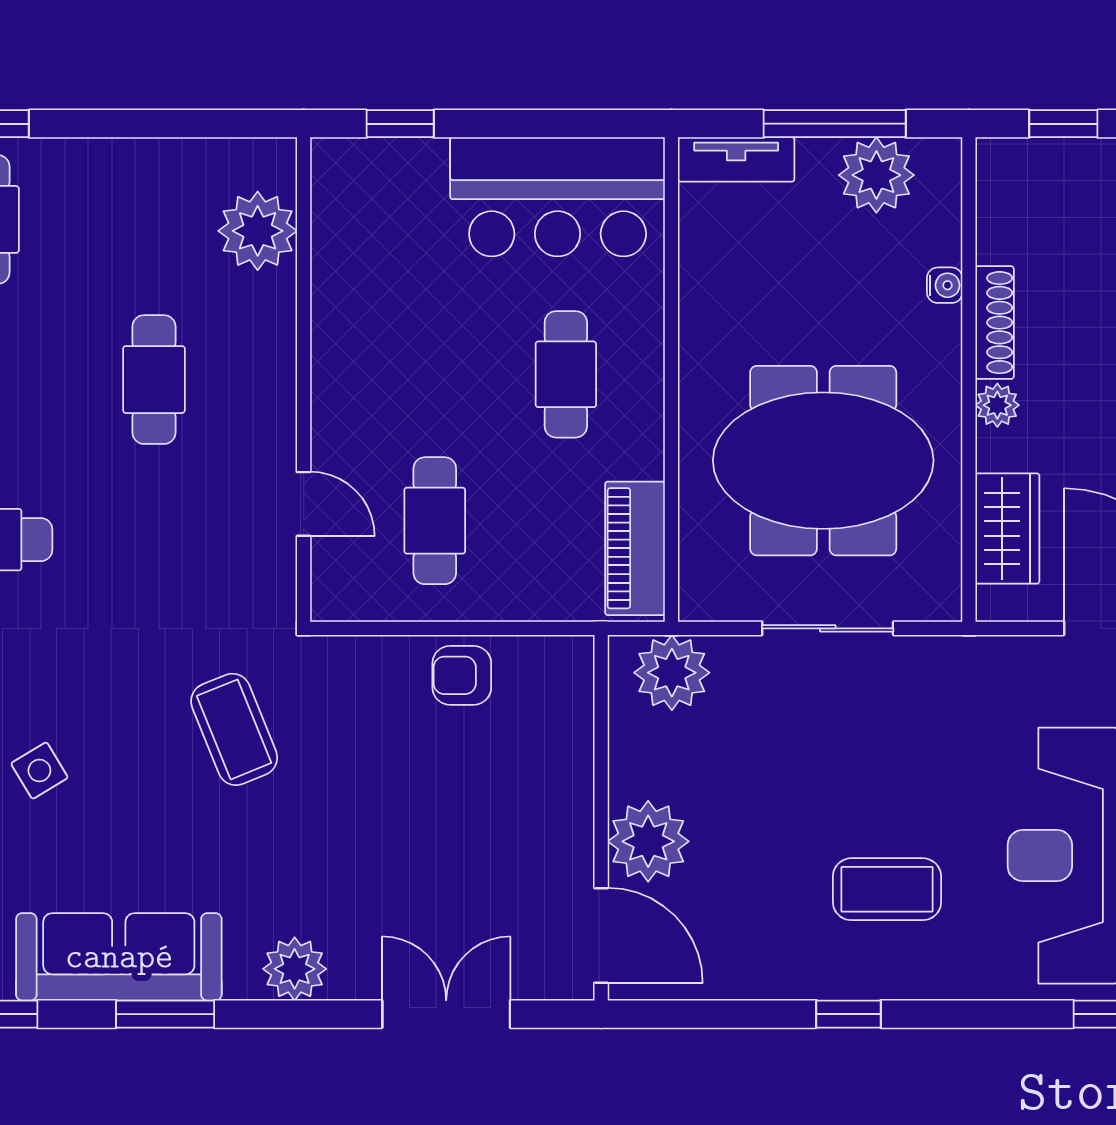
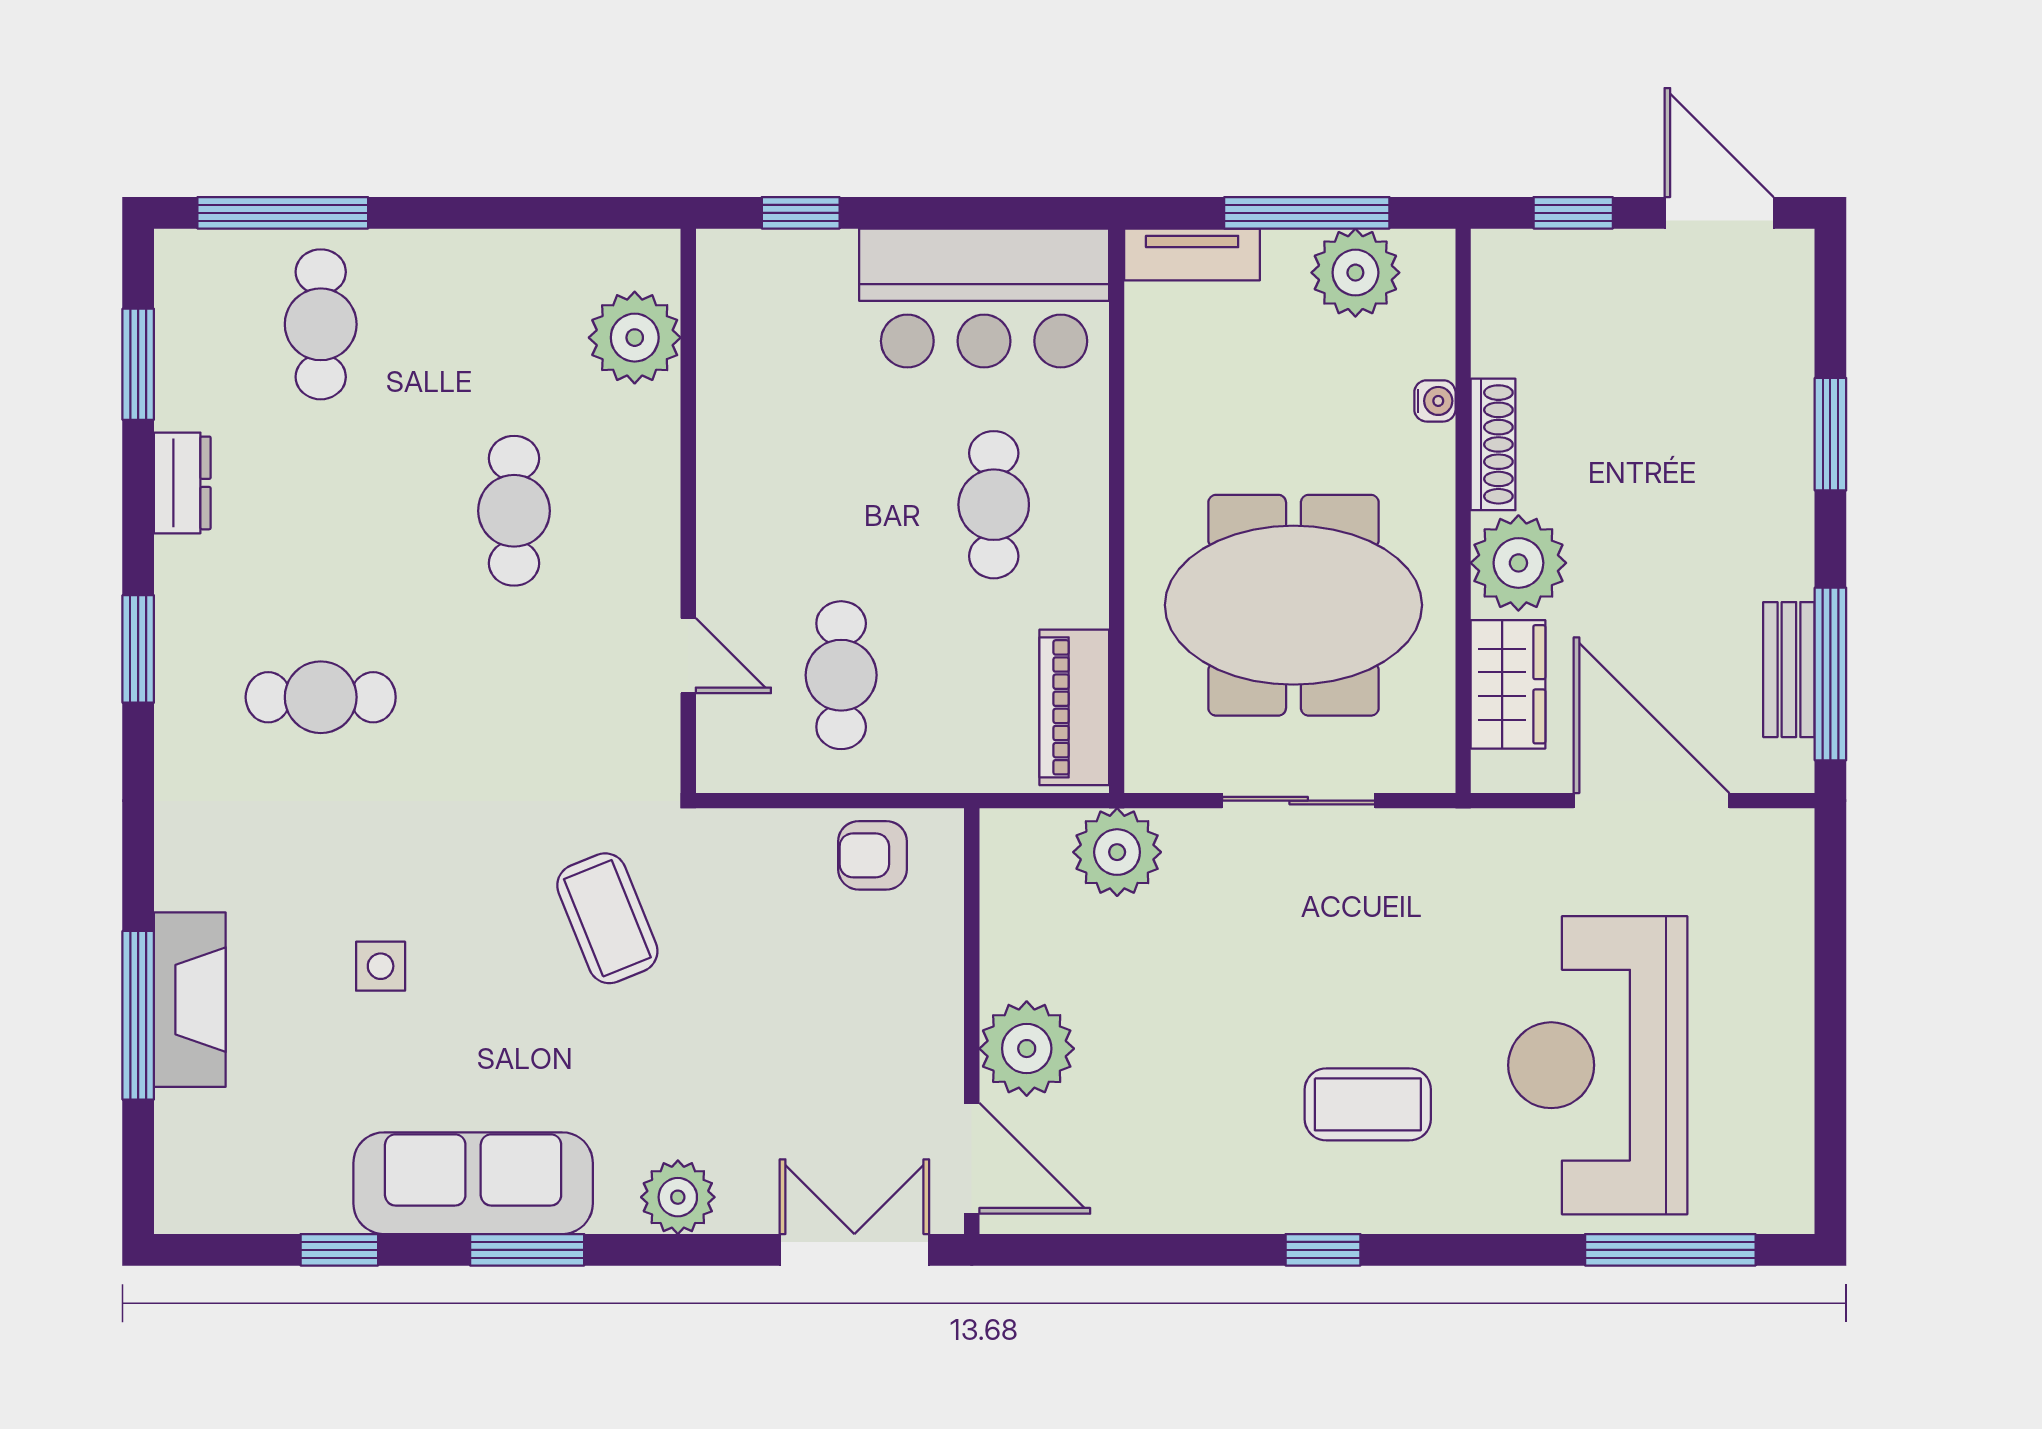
plant: (997, 405) -> (1518, 563), width x1.88, depth x1.88
side table: (39, 771) -> (381, 966), turned 31
wall: (601, 818) -> (972, 1021), moved
plant: (648, 841) -> (1027, 1049), moved
door: (601, 935) -> (972, 1158), moved

